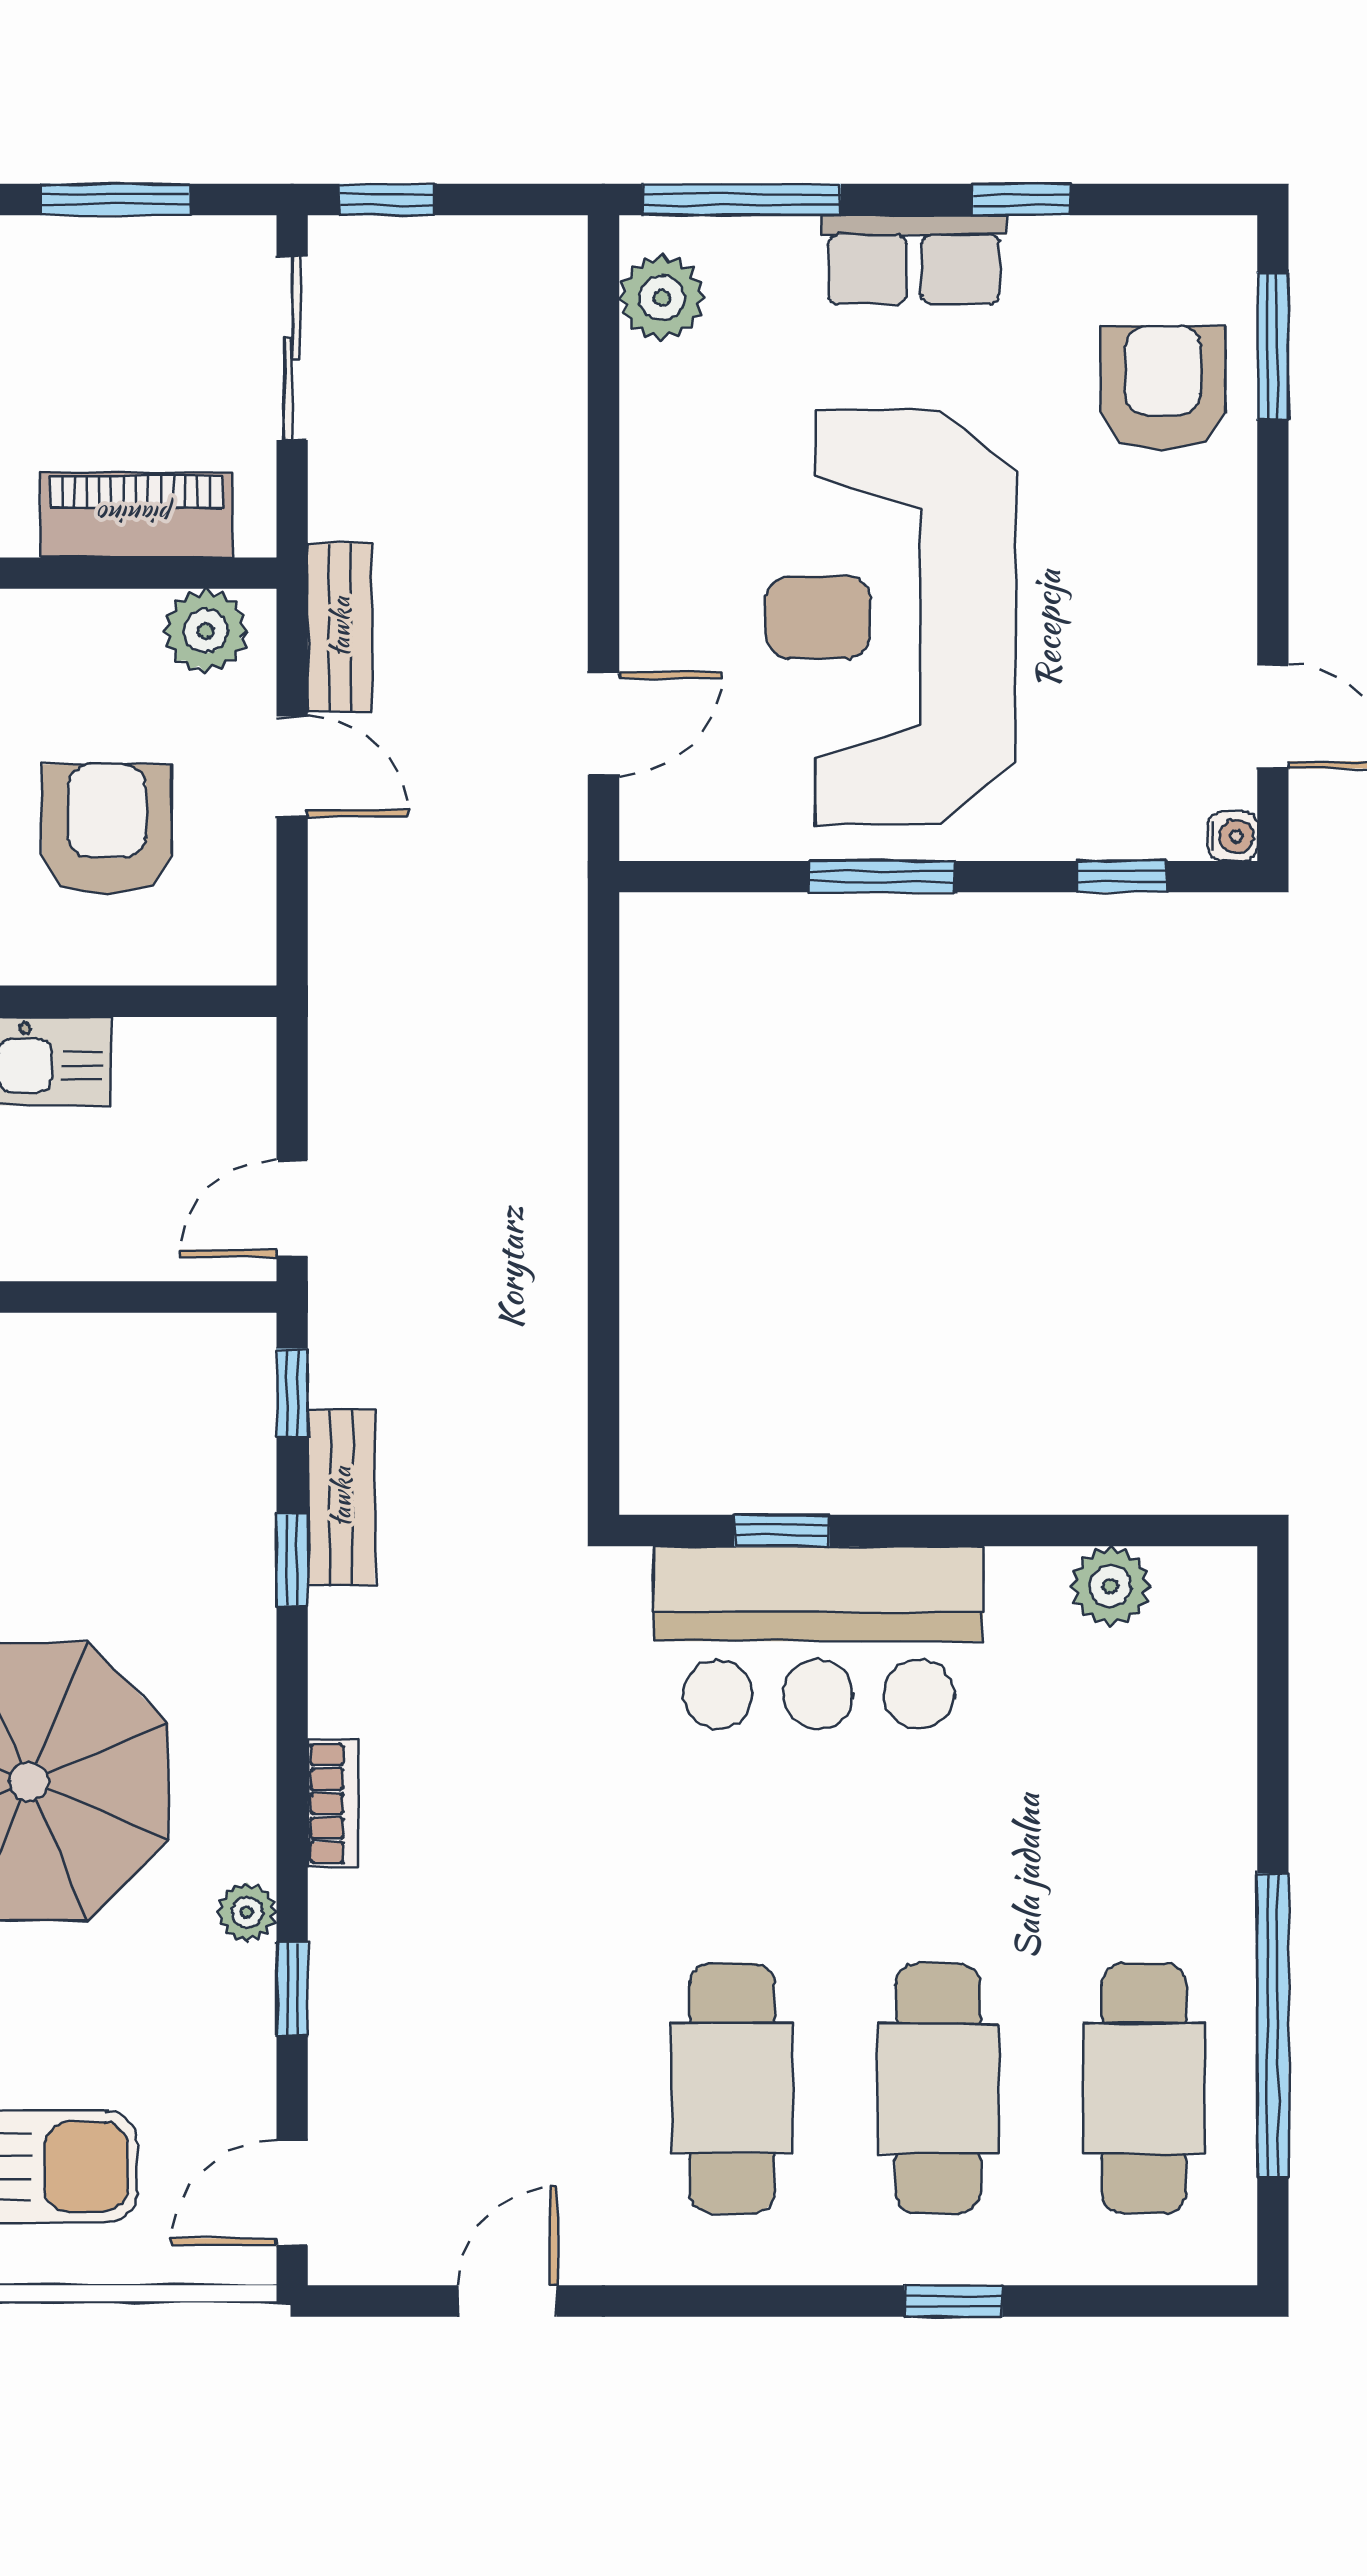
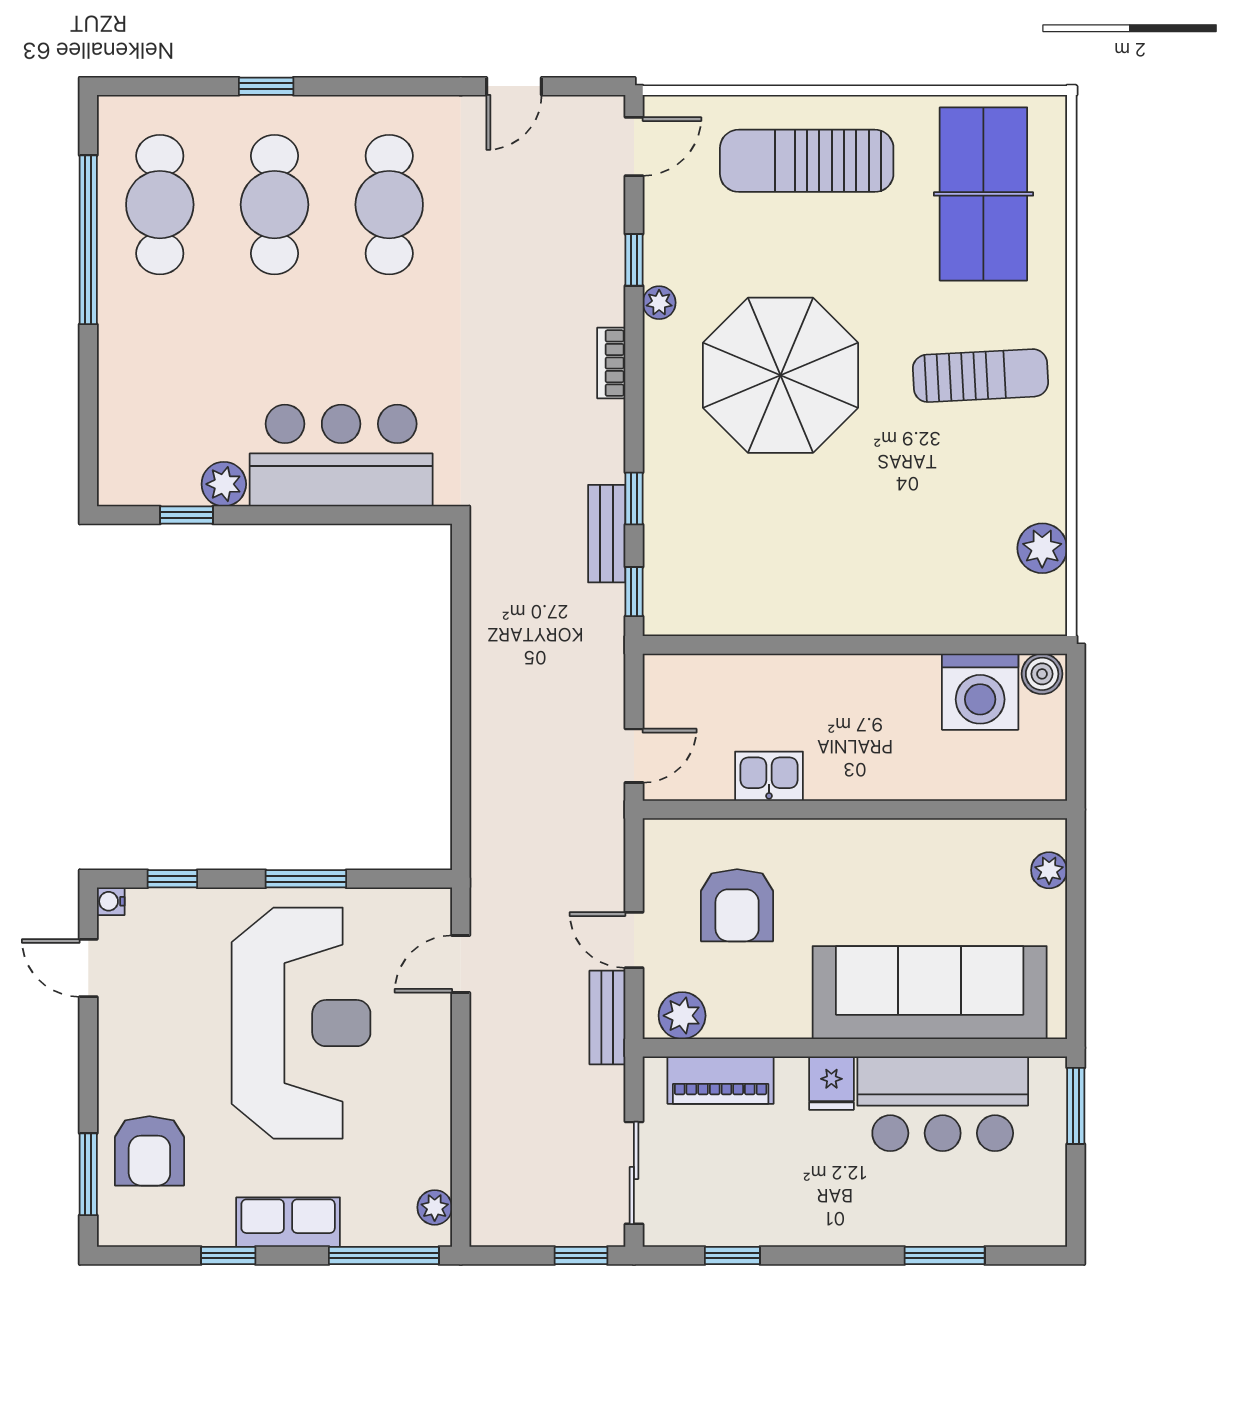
window: (115, 199) -> (732, 1256), width x0.67
plant: (662, 298) -> (435, 1207), width x0.73, depth x0.73
door: (292, 1208) -> (634, 756), moved
window: (782, 1530) -> (186, 515), moved
plant: (1110, 1586) -> (224, 484), moved

